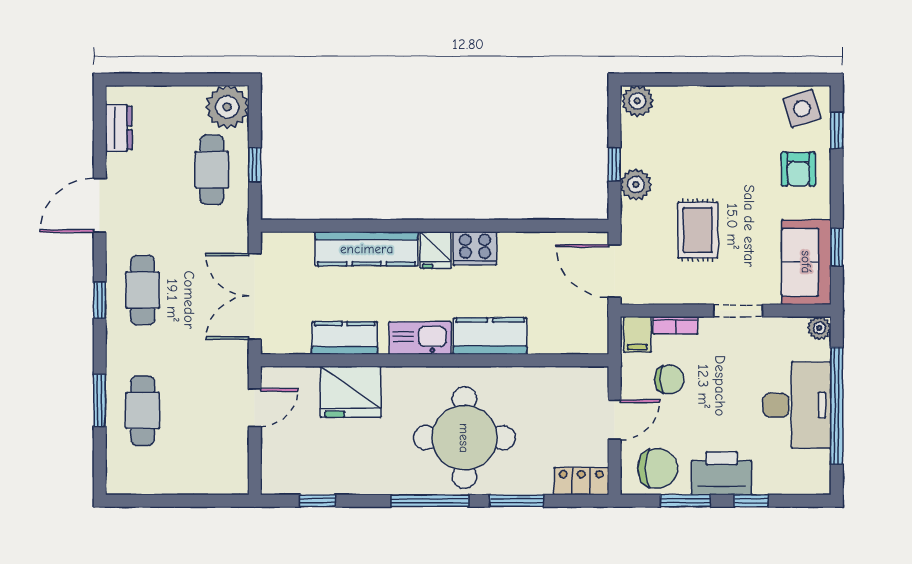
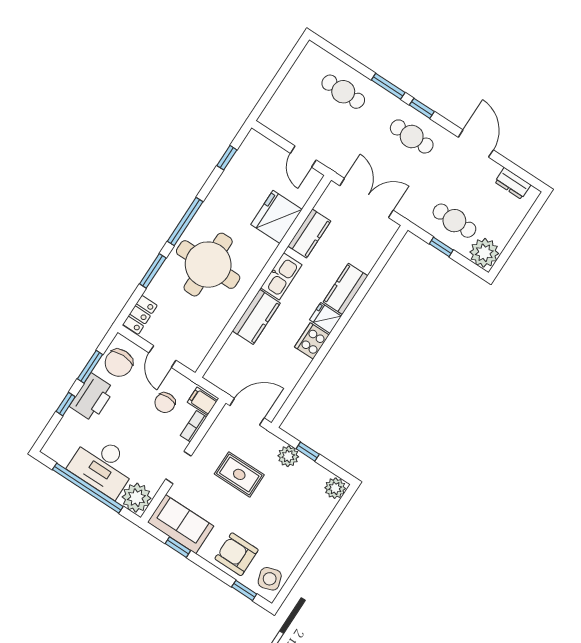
armchair: (798, 169) -> (237, 554), width x1.38, depth x1.38
kitchen counter: (367, 249) -> (346, 289), width x0.67
plant: (819, 328) -> (136, 498), width x1.87, depth x1.87
window: (100, 401) -> (388, 86), moved

